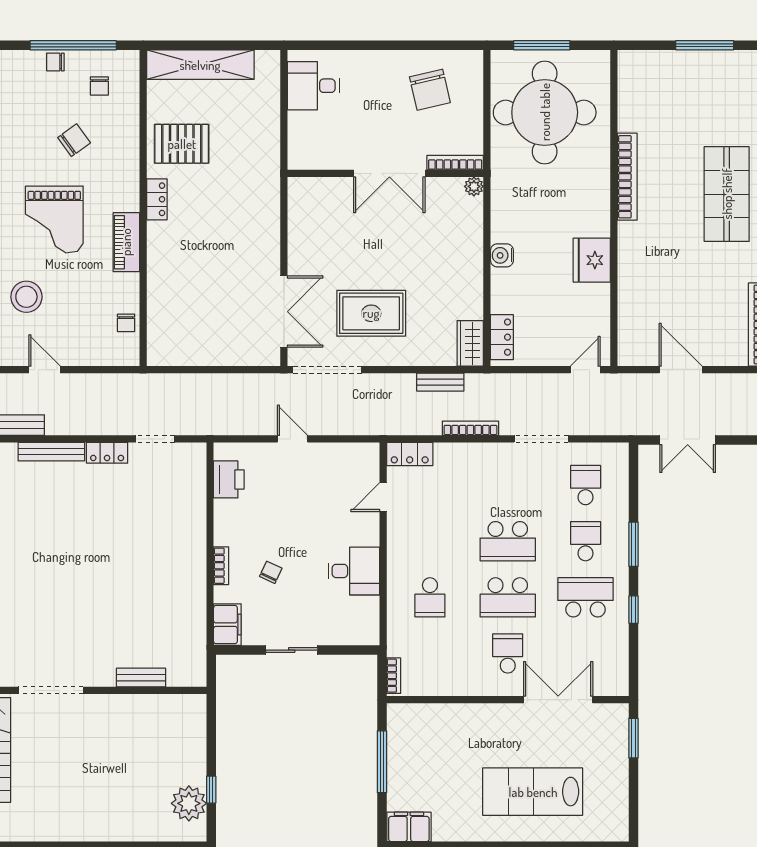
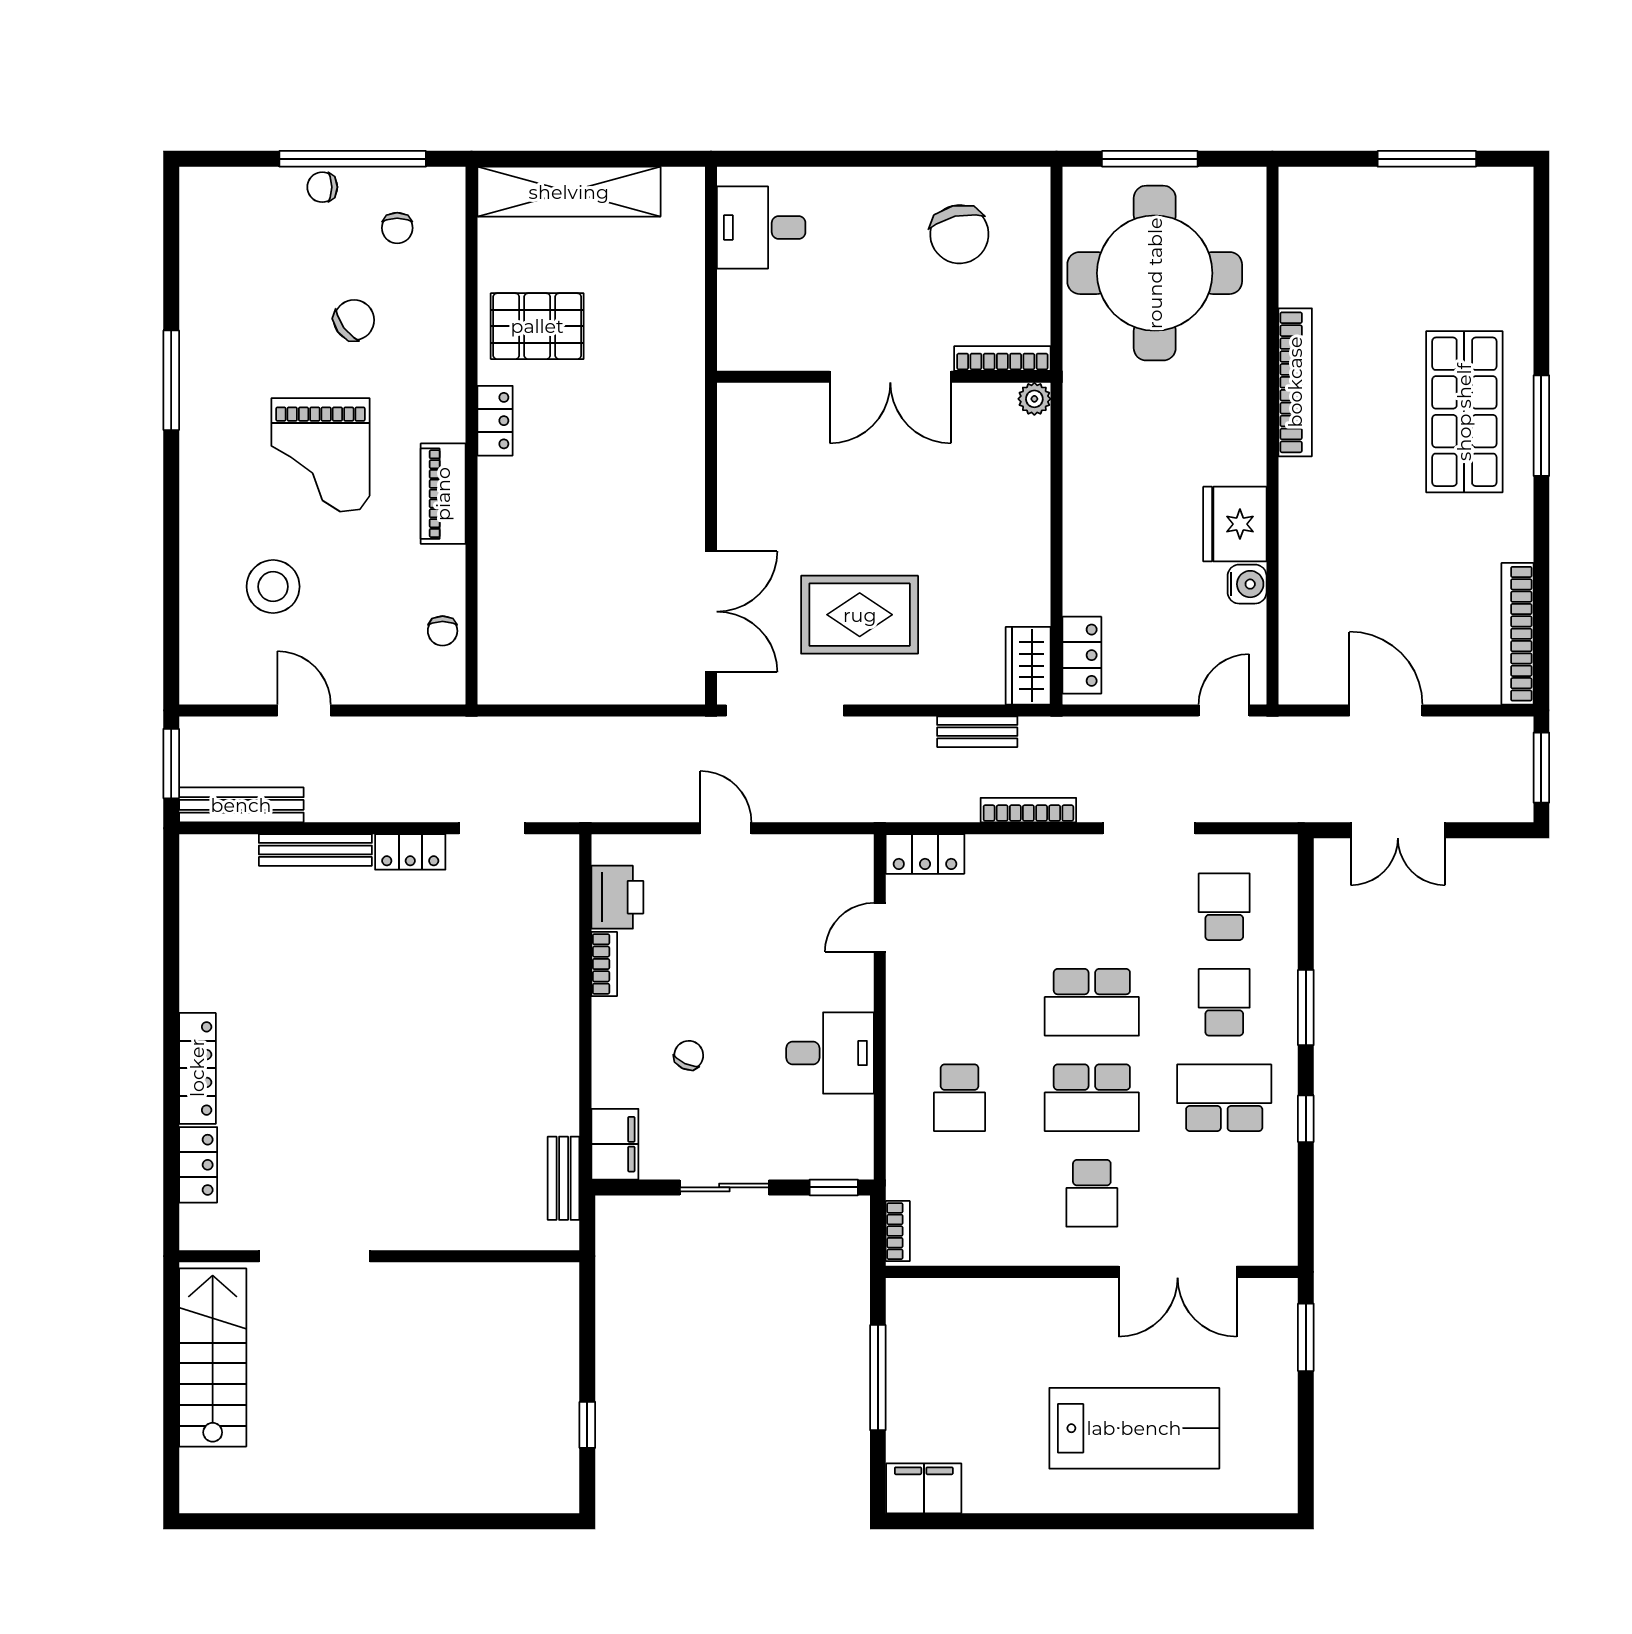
water cooler: (502, 255) -> (1247, 584), moved, turned 180
bookcase: (221, 566) -> (604, 964), moved
window: (356, 650) -> (834, 1187), added
school desk: (508, 653) -> (1092, 1193), turned 180
bench: (141, 678) -> (564, 1178), moved, turned 90
double door: (558, 700) -> (1178, 1272), swing flipped
lab bench: (533, 792) -> (1134, 1428), turned 180
plant: (189, 803) -> (549, 1448), removed

